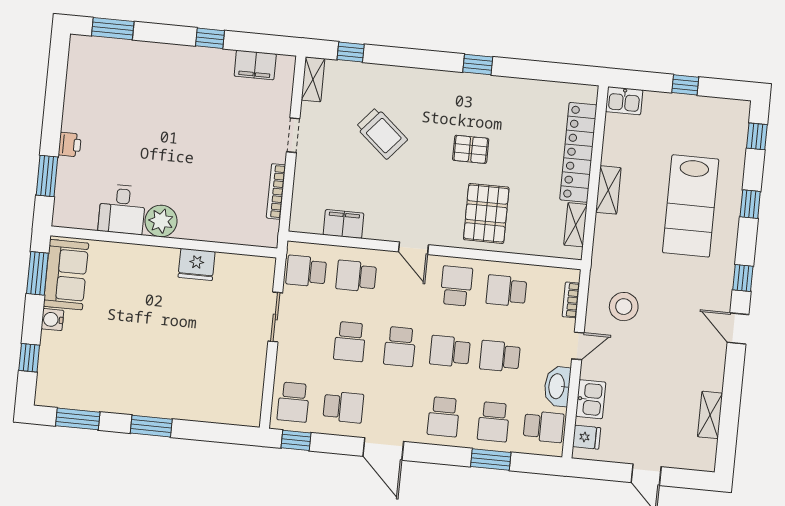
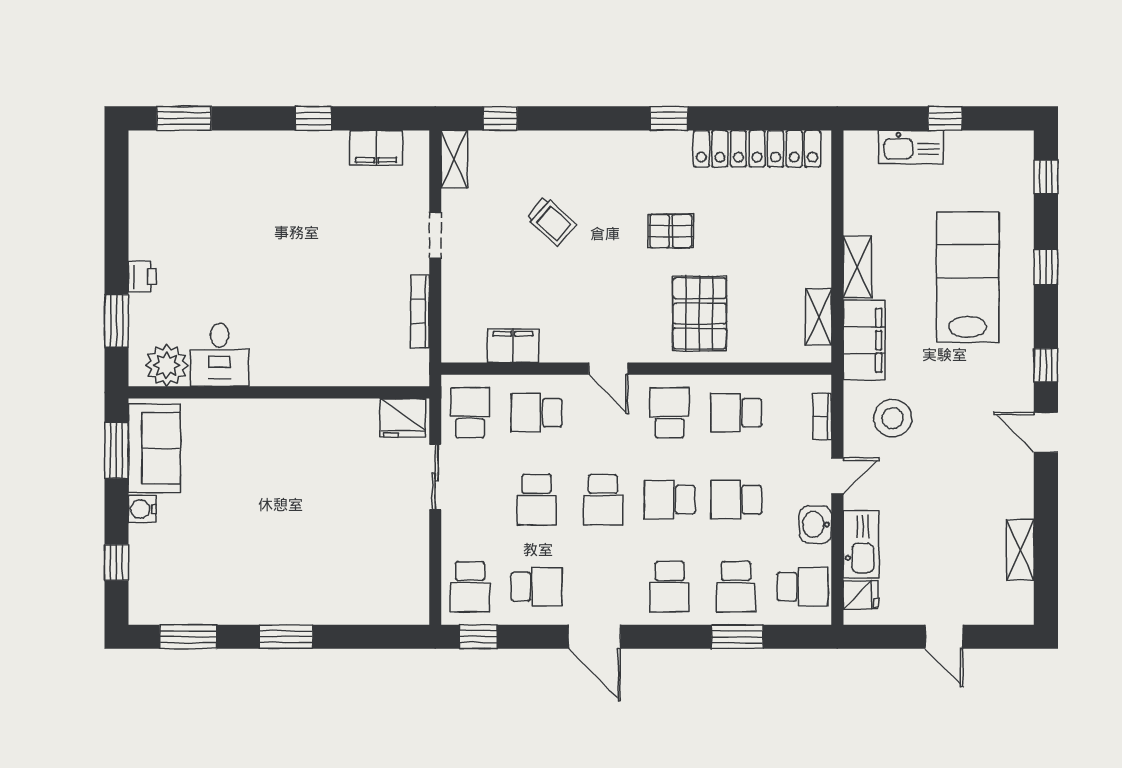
kitchen sink: (624, 101) -> (911, 147), moved, width x1.38
trolley: (382, 133) -> (551, 221), width x0.73, depth x0.72
locker: (578, 152) -> (757, 149), moved, turned -90
lab bench: (691, 206) -> (968, 277), turned 180
plant: (161, 221) -> (167, 365), moved
filing cabinet: (608, 246) -> (864, 340), added
fridge: (197, 264) -> (403, 418), moved
school desk: (306, 271) -> (470, 413), turned 90
washbasin: (557, 386) -> (815, 525), width x0.72
kitchen sink: (591, 399) -> (861, 544), width x1.38

